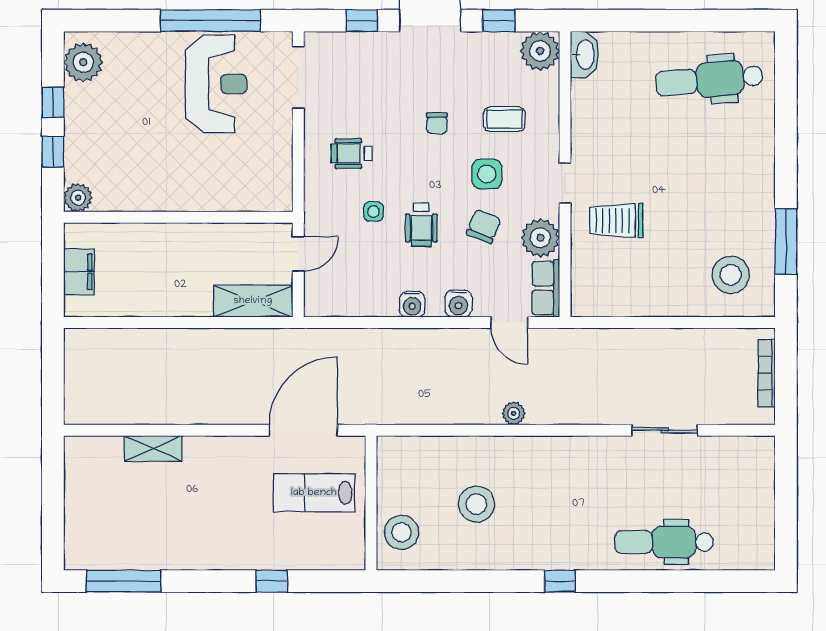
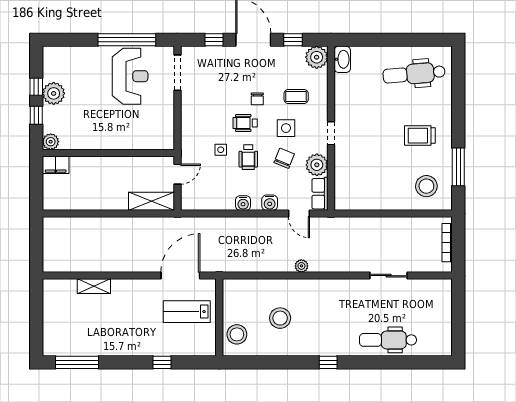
plant: (83, 62) -> (54, 93), moved
wheelchair: (352, 154) -> (245, 123), moved
trolley: (616, 221) -> (420, 136), moved
filing cabinet: (79, 272) -> (56, 165), moved, turned 90

